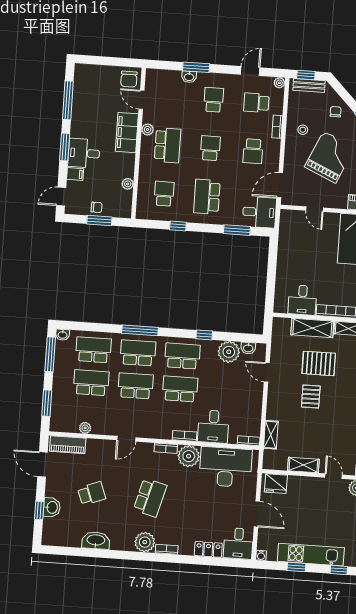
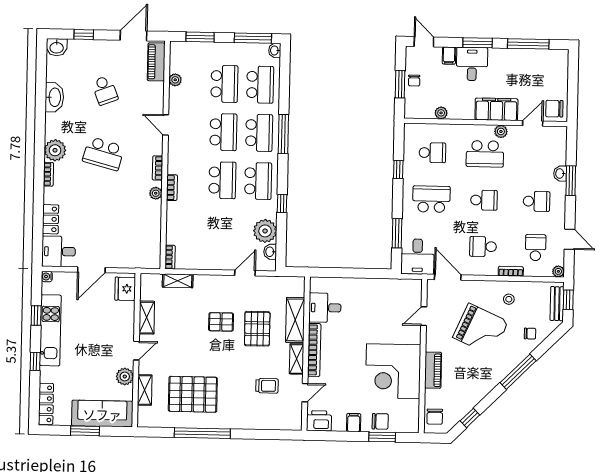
desk: (213, 427) -> (184, 218), removed
plant: (189, 456) -> (156, 193), width x0.53, depth x0.53
desk: (225, 467) -> (140, 233), removed
washbasin: (52, 507) -> (57, 47), moved

